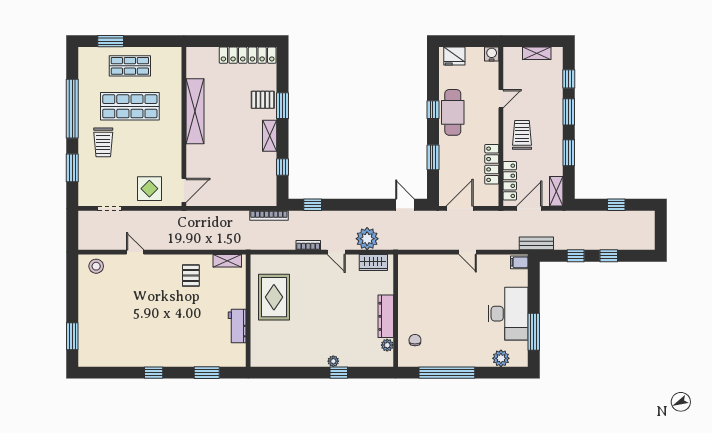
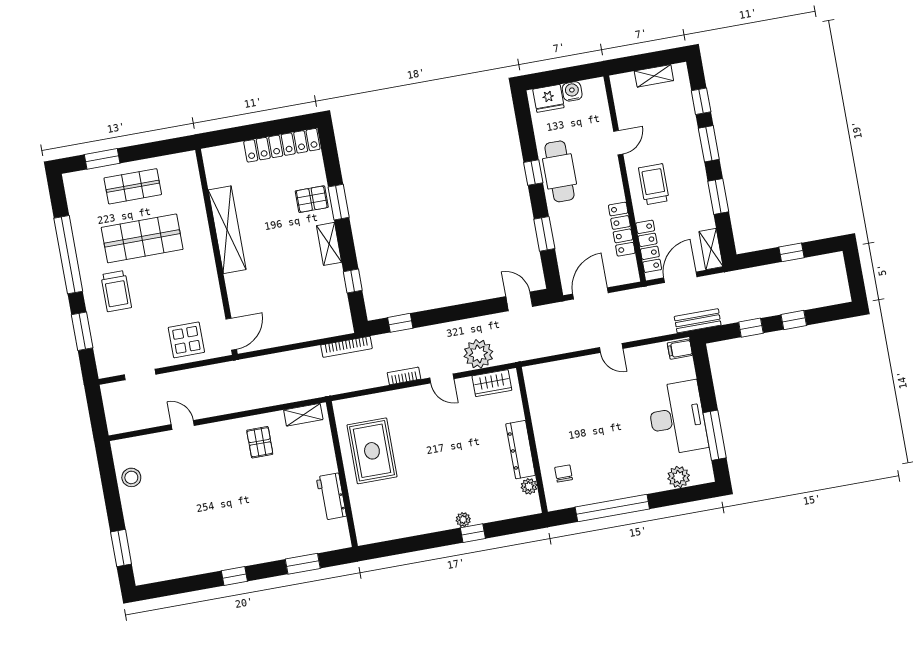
water cooler: (492, 54) -> (572, 91), moved
stool: (96, 266) -> (131, 477), moved

